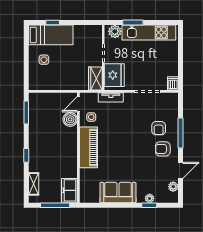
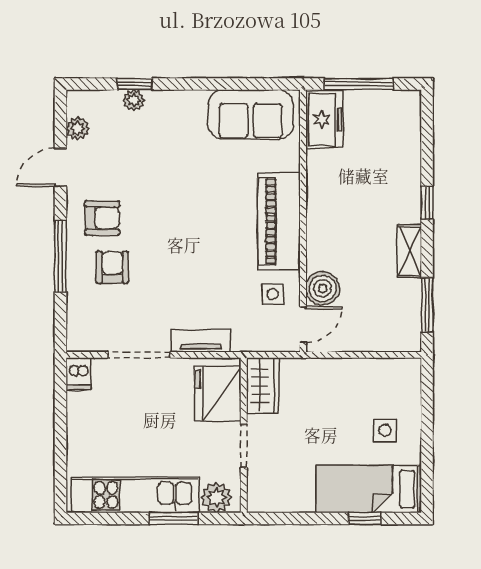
tv unit: (111, 97) -> (201, 341), moved
shelving: (34, 184) -> (410, 251), moved
sofa: (118, 193) -> (251, 114), moved

